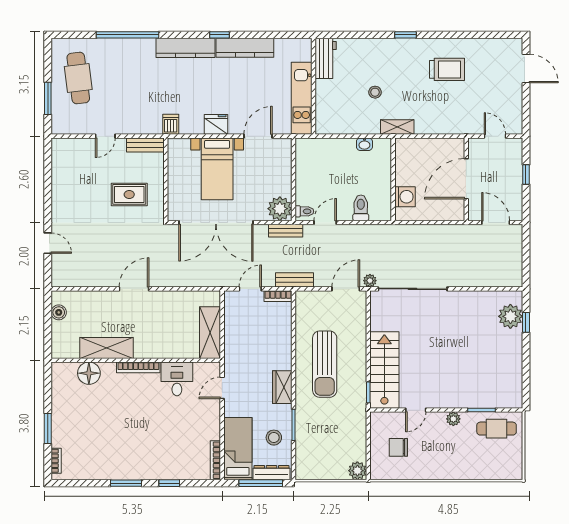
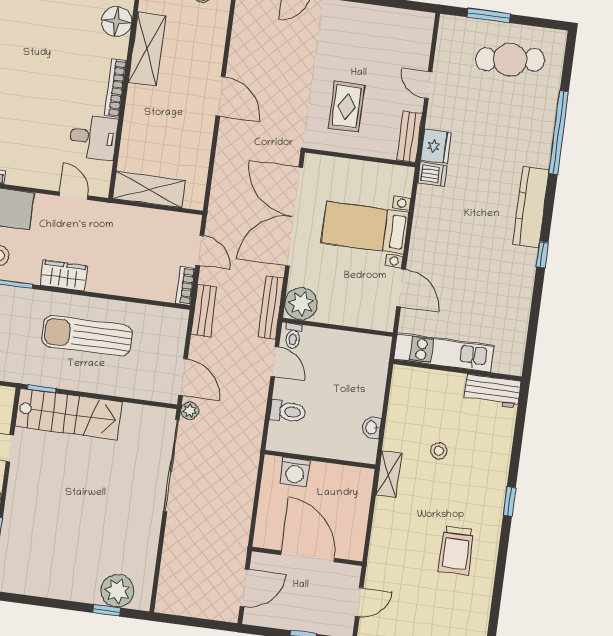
kitchen counter: (245, 48) -> (521, 286), removed
fridge: (216, 124) -> (436, 146), moved
bench: (286, 231) -> (271, 308), width x1.36

